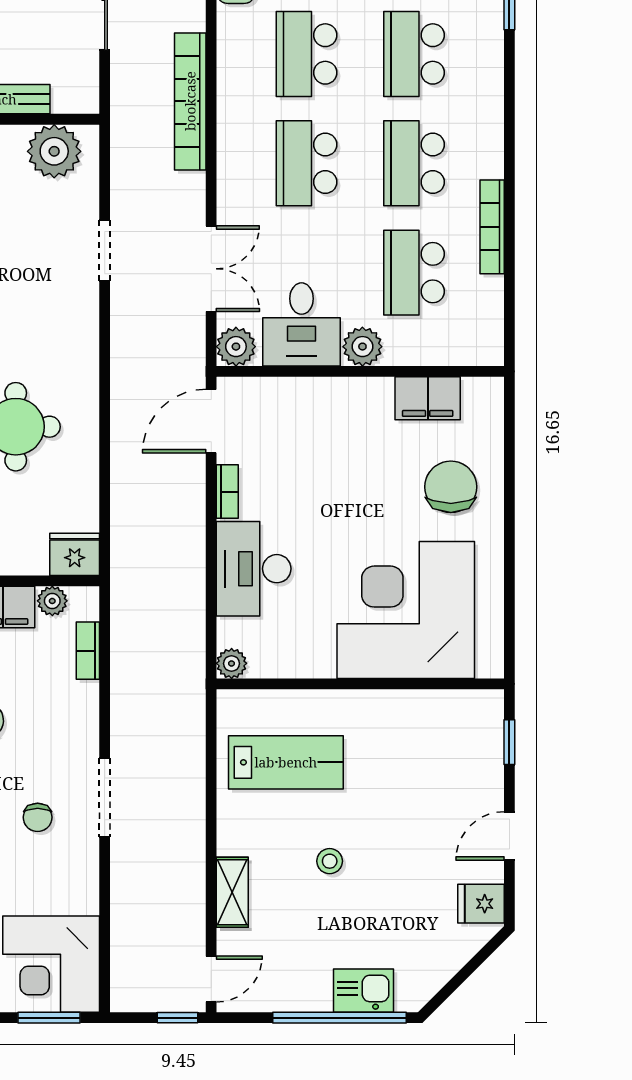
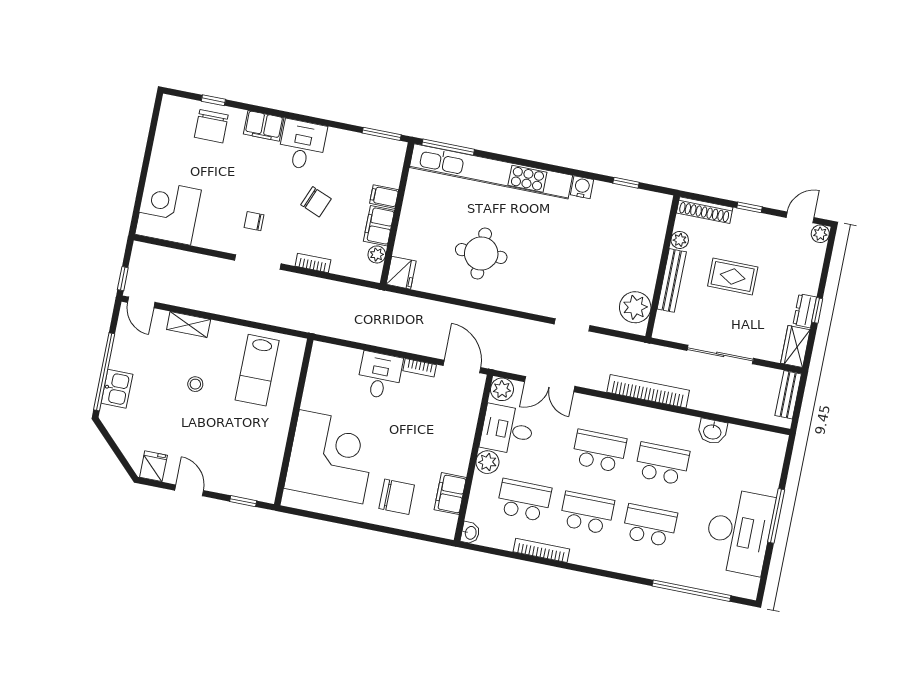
washbasin: (486, 352) -> (470, 533), added
desk: (254, 569) -> (380, 375), width x0.73
bookcase: (88, 651) -> (313, 263), moved
plant: (232, 663) -> (320, 350), removed
window: (49, 1018) -> (138, 205), removed

